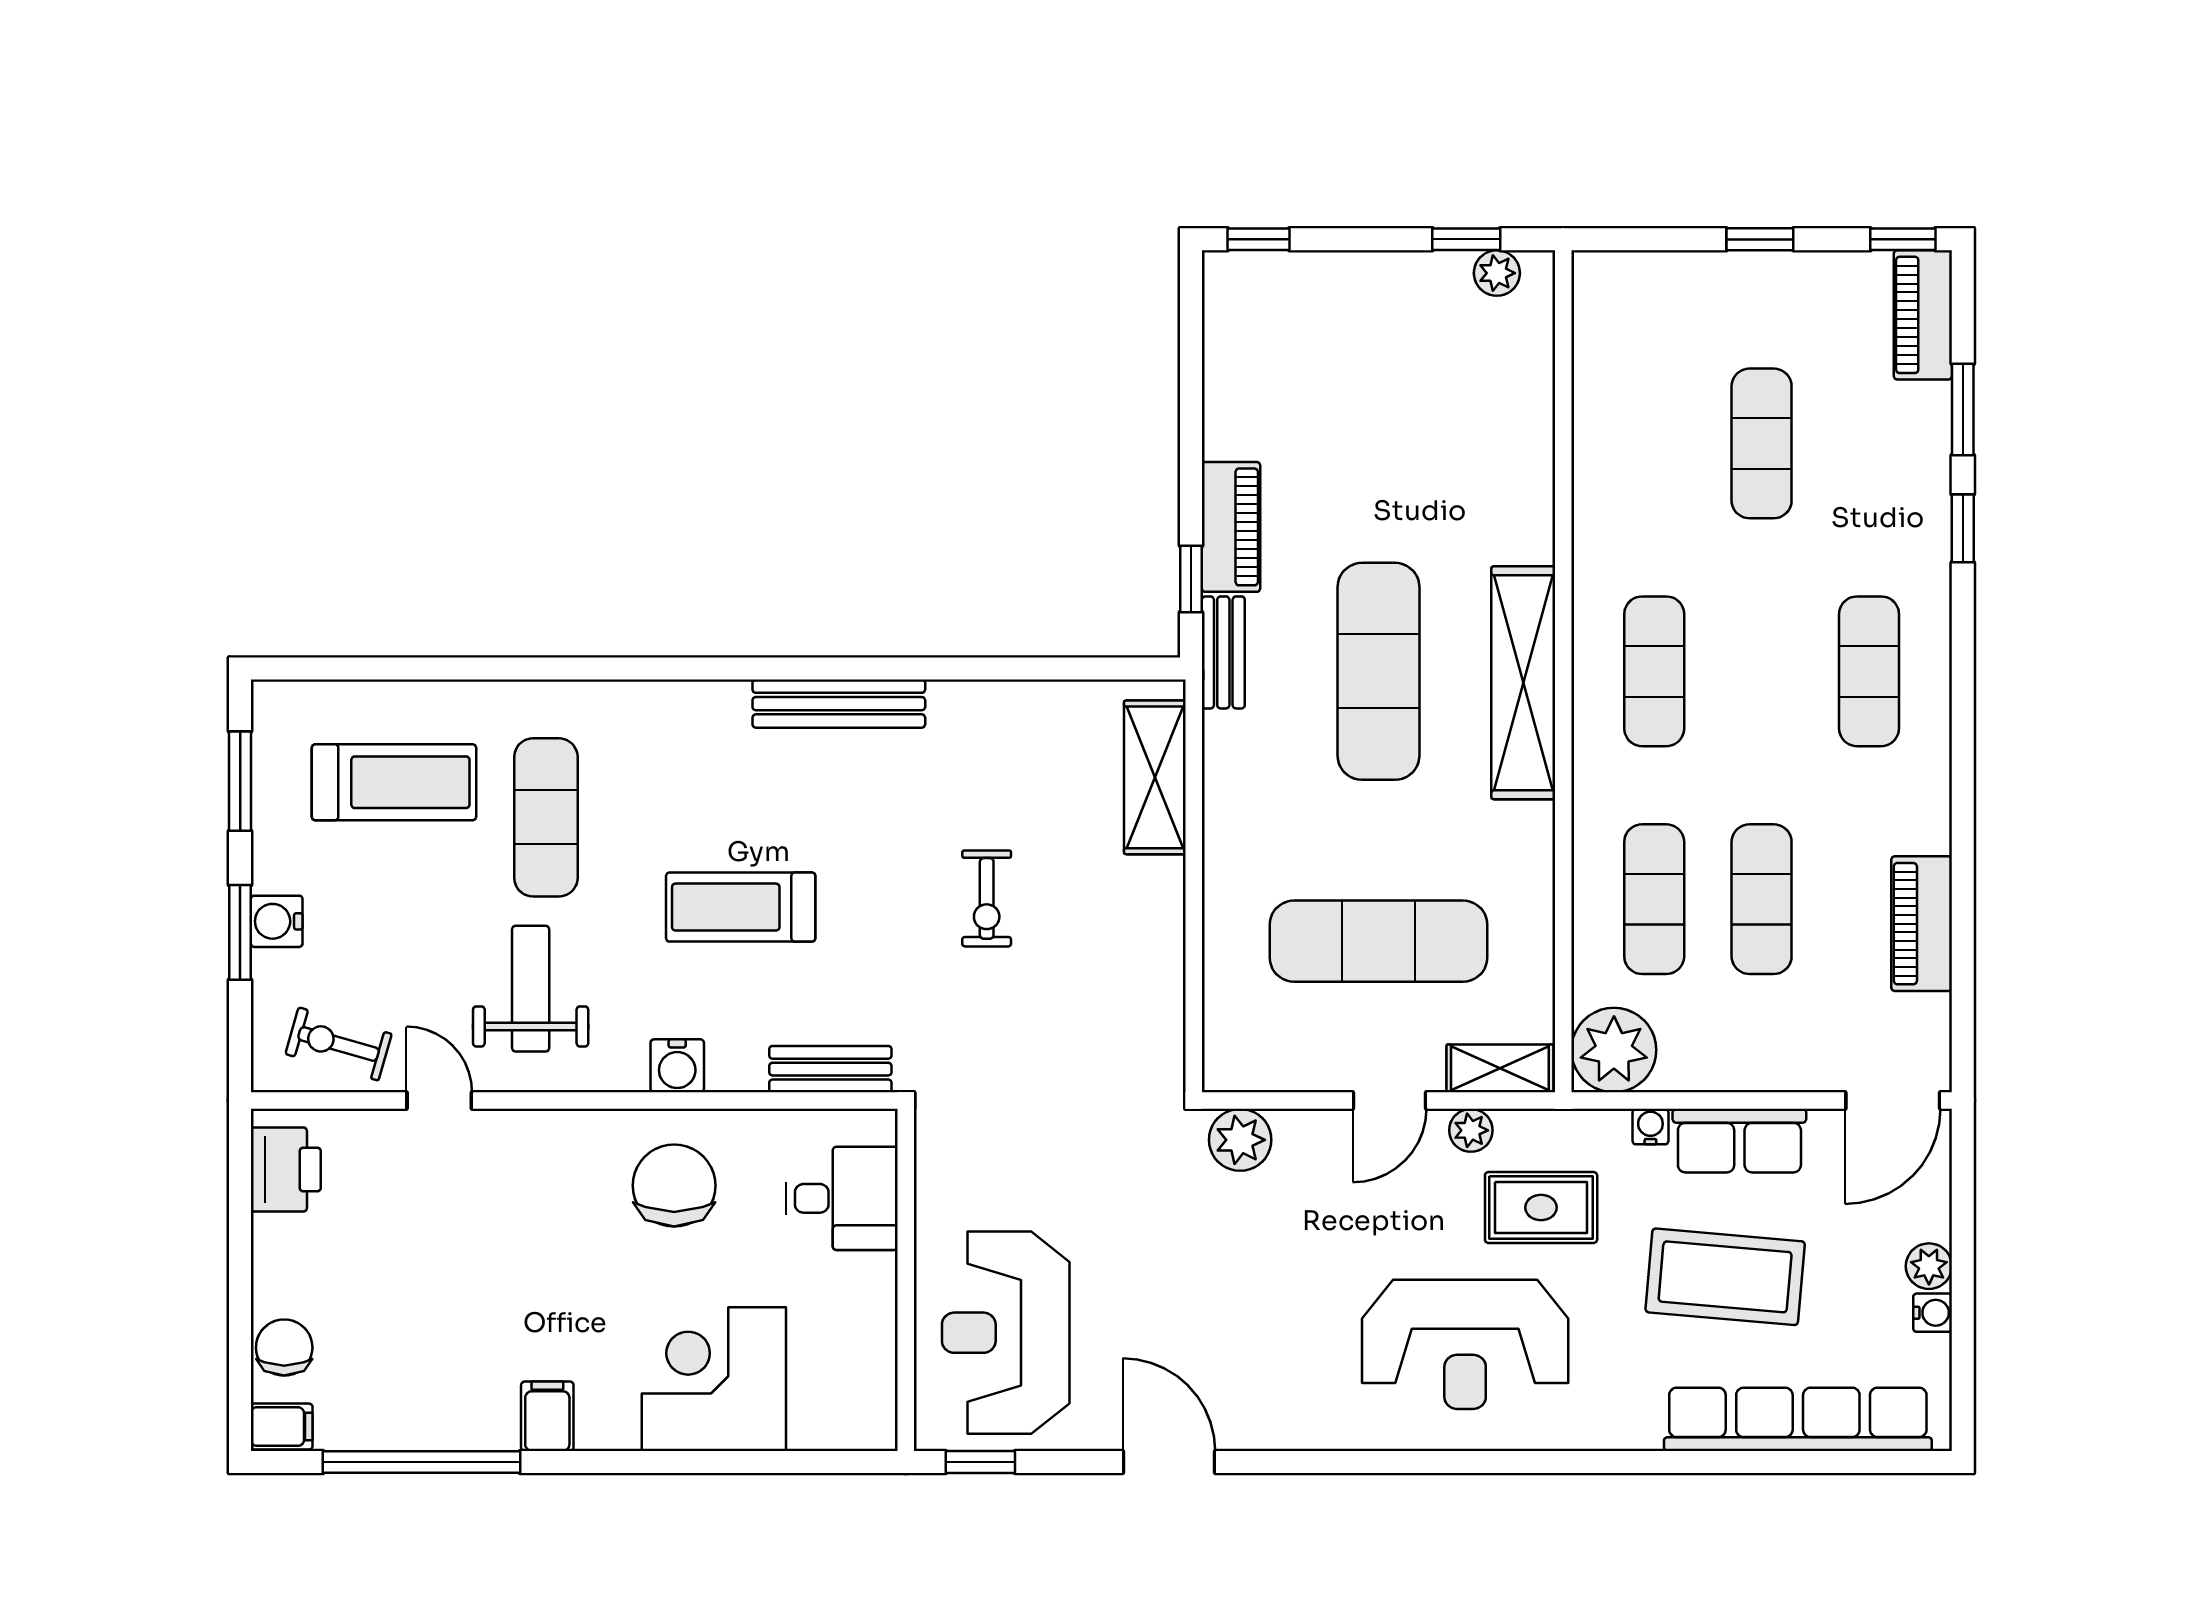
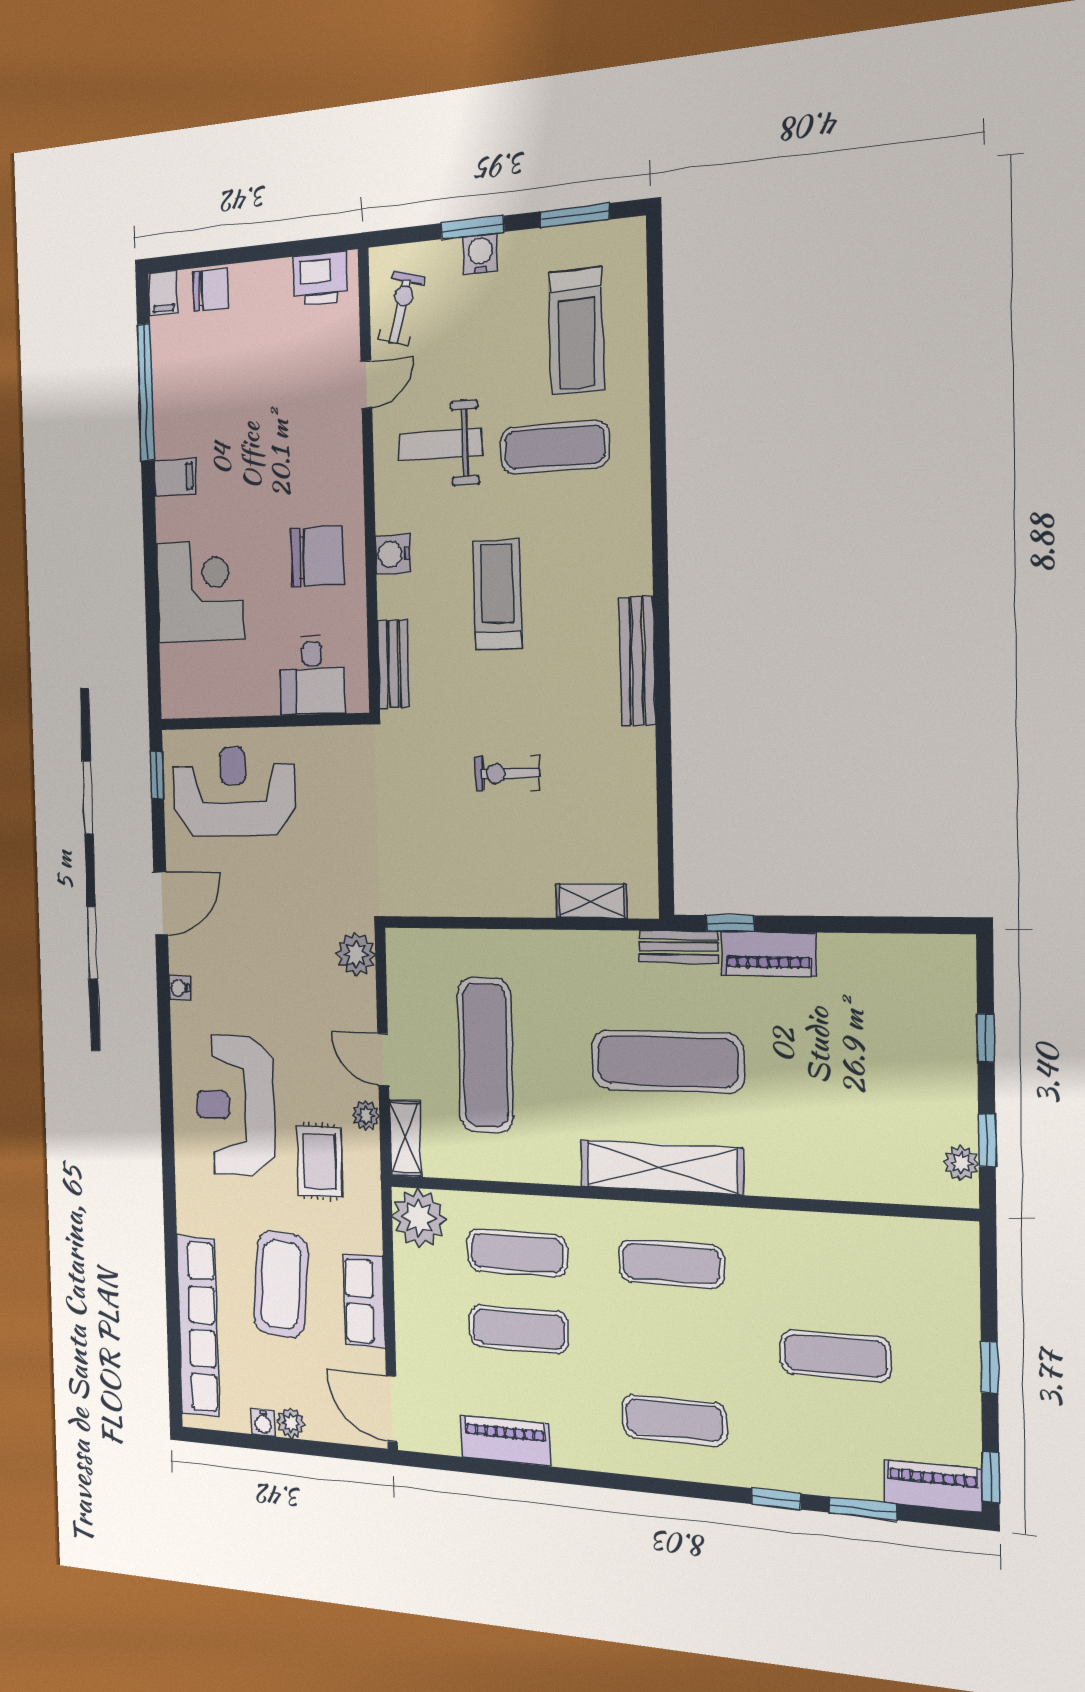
window: (1259, 239) -> (986, 1038), moved
shelving: (1155, 777) -> (591, 901), width x0.67, depth x0.75
weight bench: (531, 989) -> (440, 445), turned 180
water cooler: (1650, 1127) -> (180, 988), moved, turned 180

